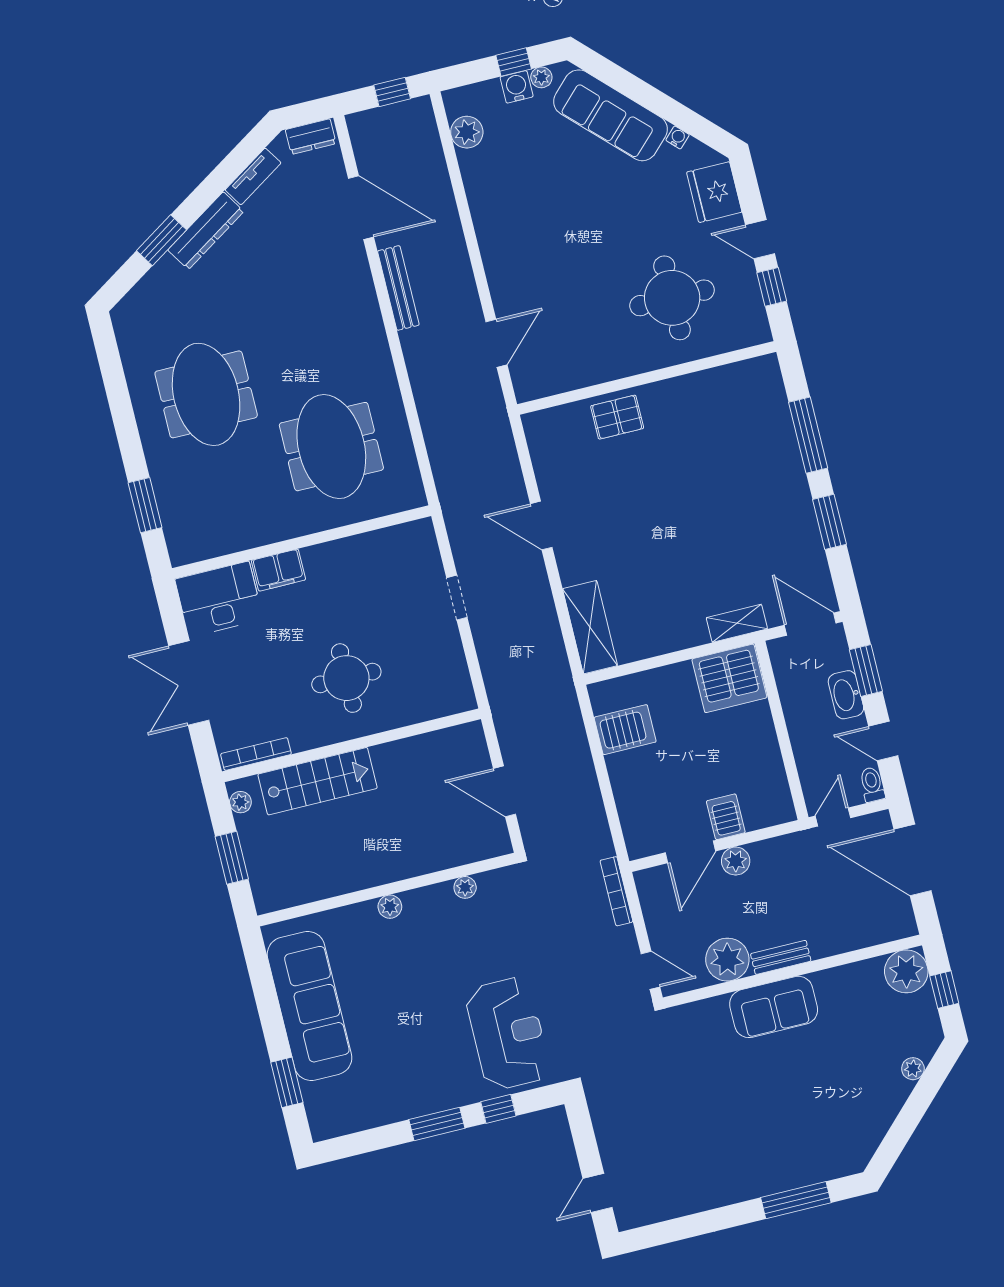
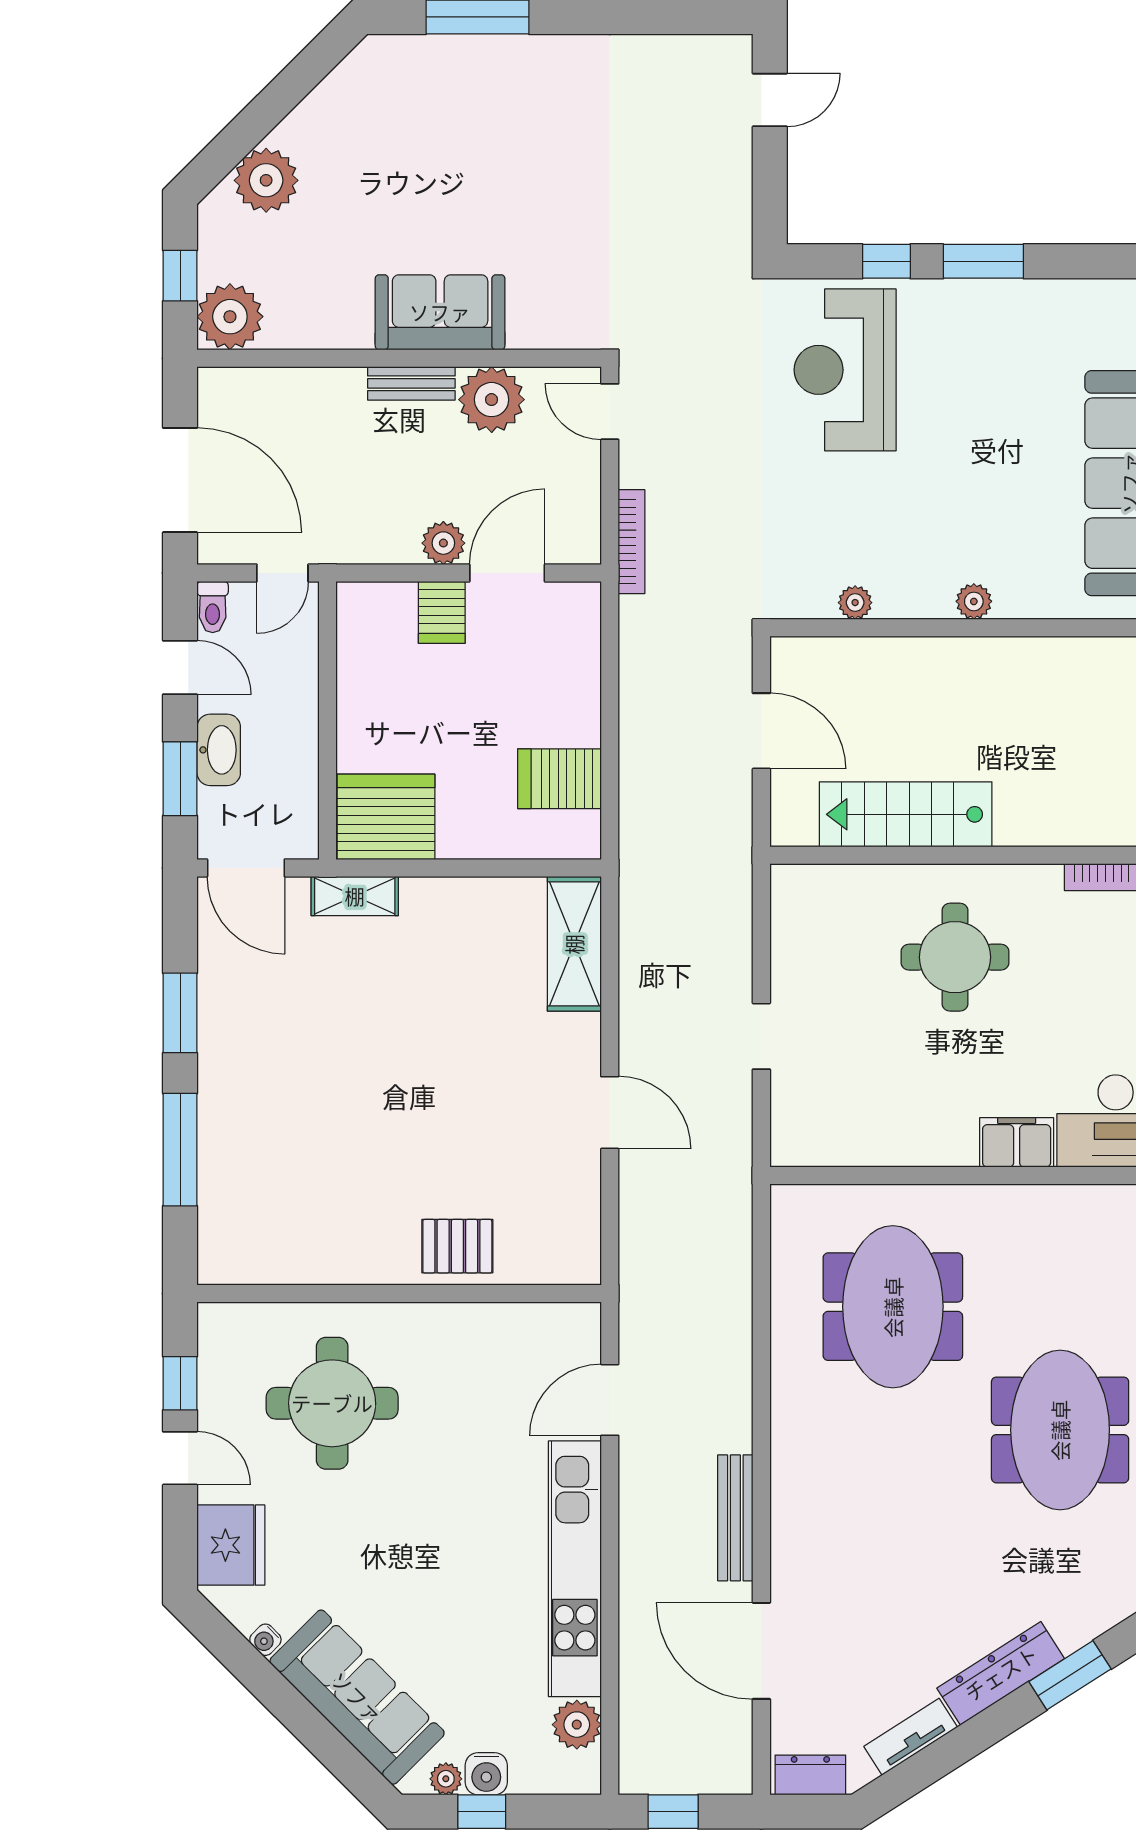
kitchen unit: (492, 231) -> (575, 1569), added
stairs: (318, 781) -> (906, 814), moved
plant: (913, 1069) -> (266, 180), width x1.87, depth x1.87

